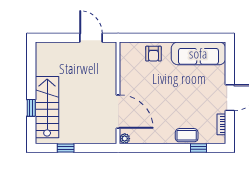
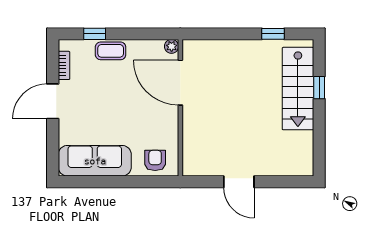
wall: (118, 93) -> (180, 108), moved
door: (118, 112) -> (180, 83), moved
plant: (125, 139) -> (172, 46), moved

